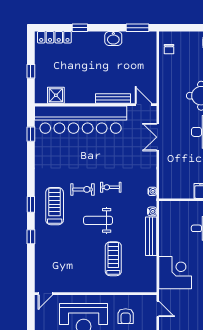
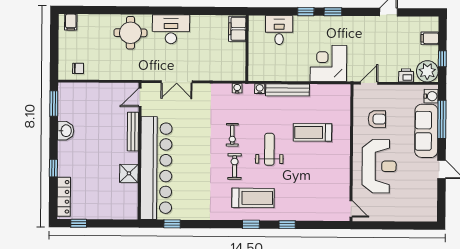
window: (31, 71) -> (79, 223), moved
shower: (56, 95) -> (129, 173), moved
treadmill: (55, 206) -> (253, 198), turned 180
weight bench: (98, 220) -> (269, 149), turned 180

